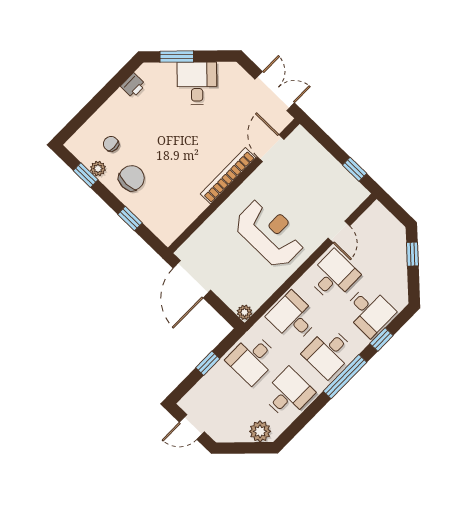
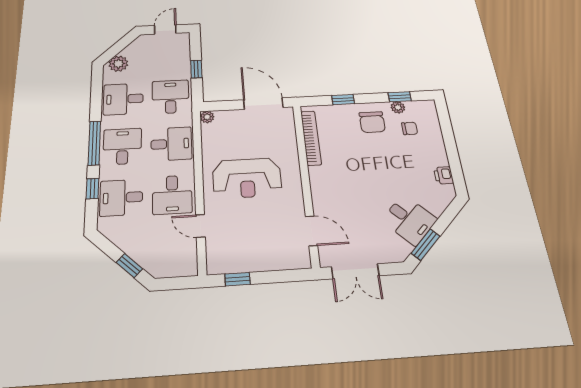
window: (177, 57) -> (426, 245), moved
bookcase: (228, 176) -> (311, 138), moved
desk: (288, 394) -> (123, 99), turned 90

